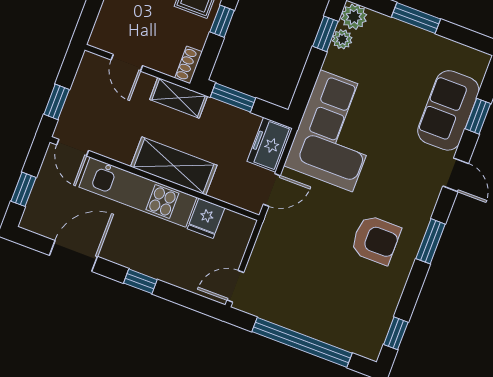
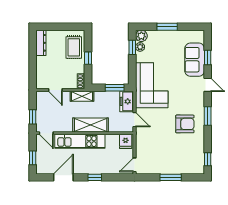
window: (233, 97) -> (115, 88), moved
door: (272, 190) -> (135, 120), hinge flipped
fridge: (206, 218) -> (126, 141), moved
window: (302, 342) -> (171, 177), width x0.47

